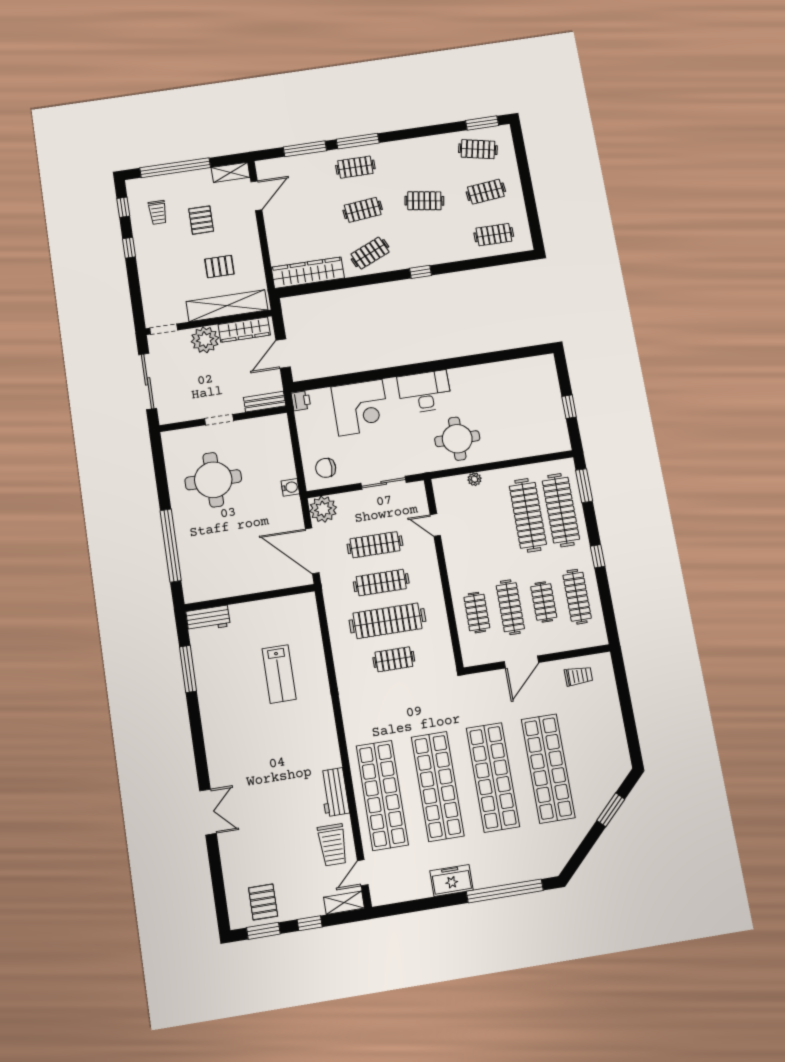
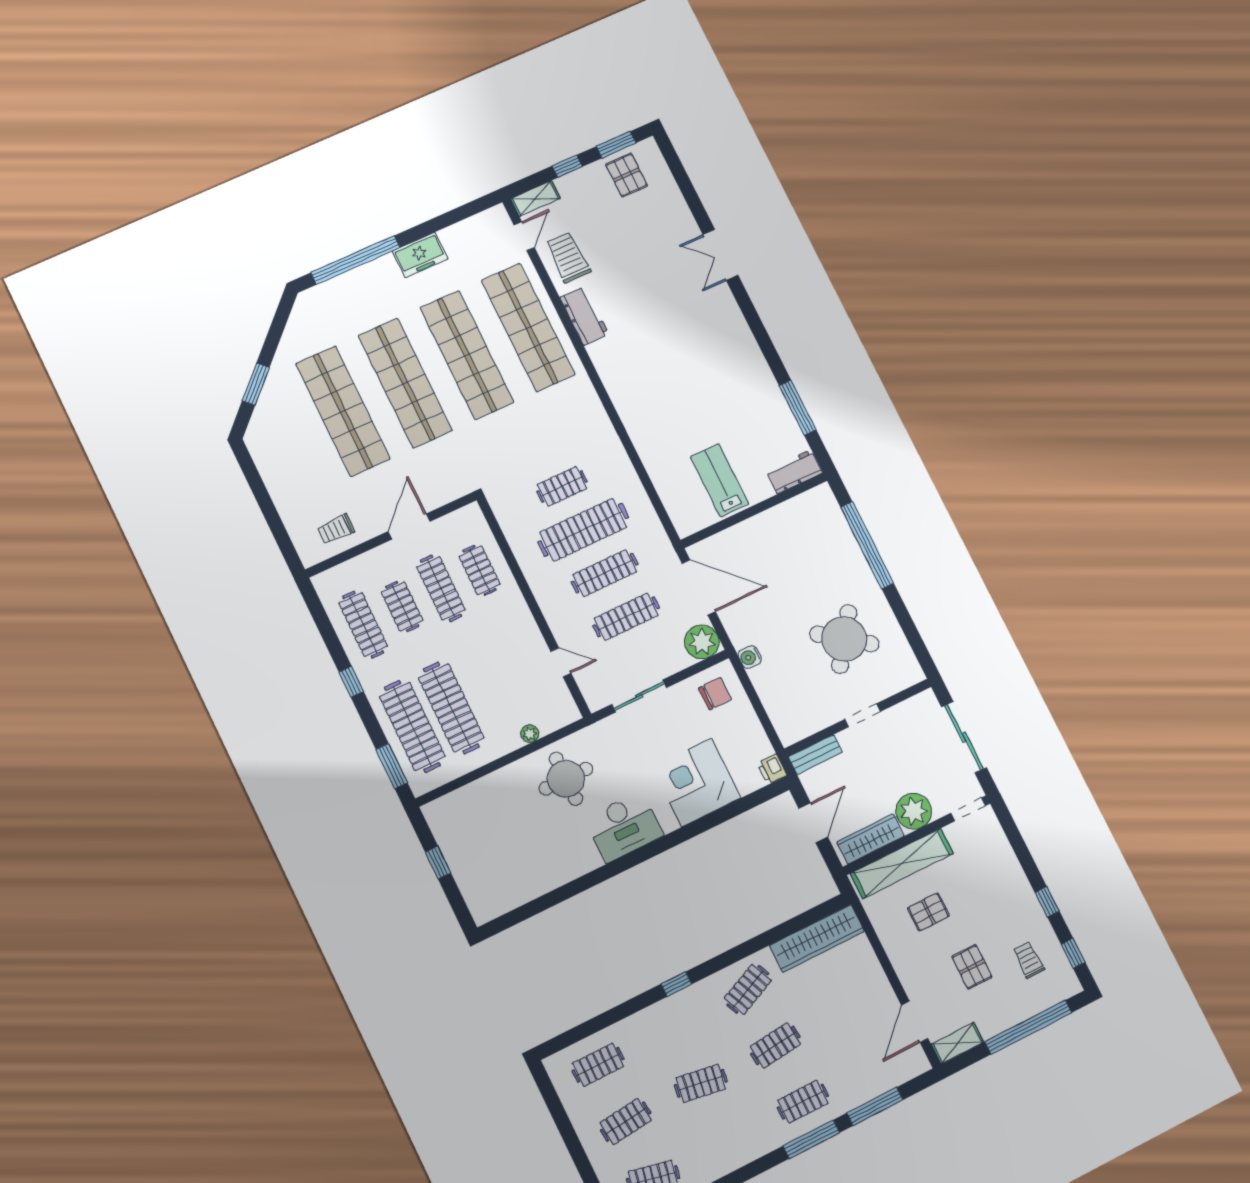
round table: (213, 480) -> (844, 639), turned 36
lab bench: (279, 674) -> (720, 480), moved

